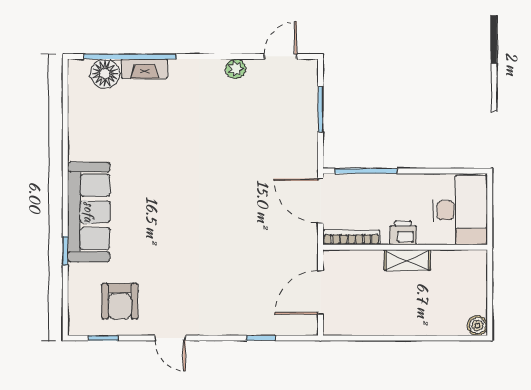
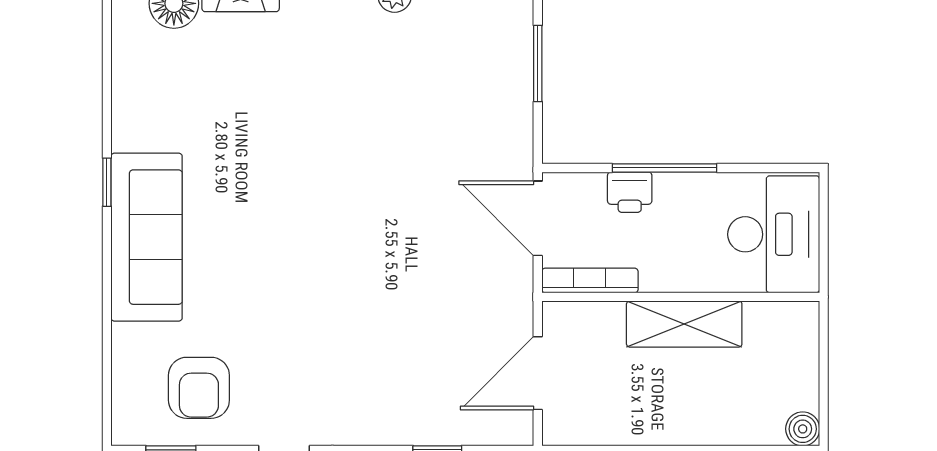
window: (366, 171) -> (665, 168), moved
printer: (403, 233) -> (630, 192), moved, turned 180
window: (65, 251) -> (107, 182), moved
shelving: (407, 260) -> (684, 324), width x1.50, depth x1.33

